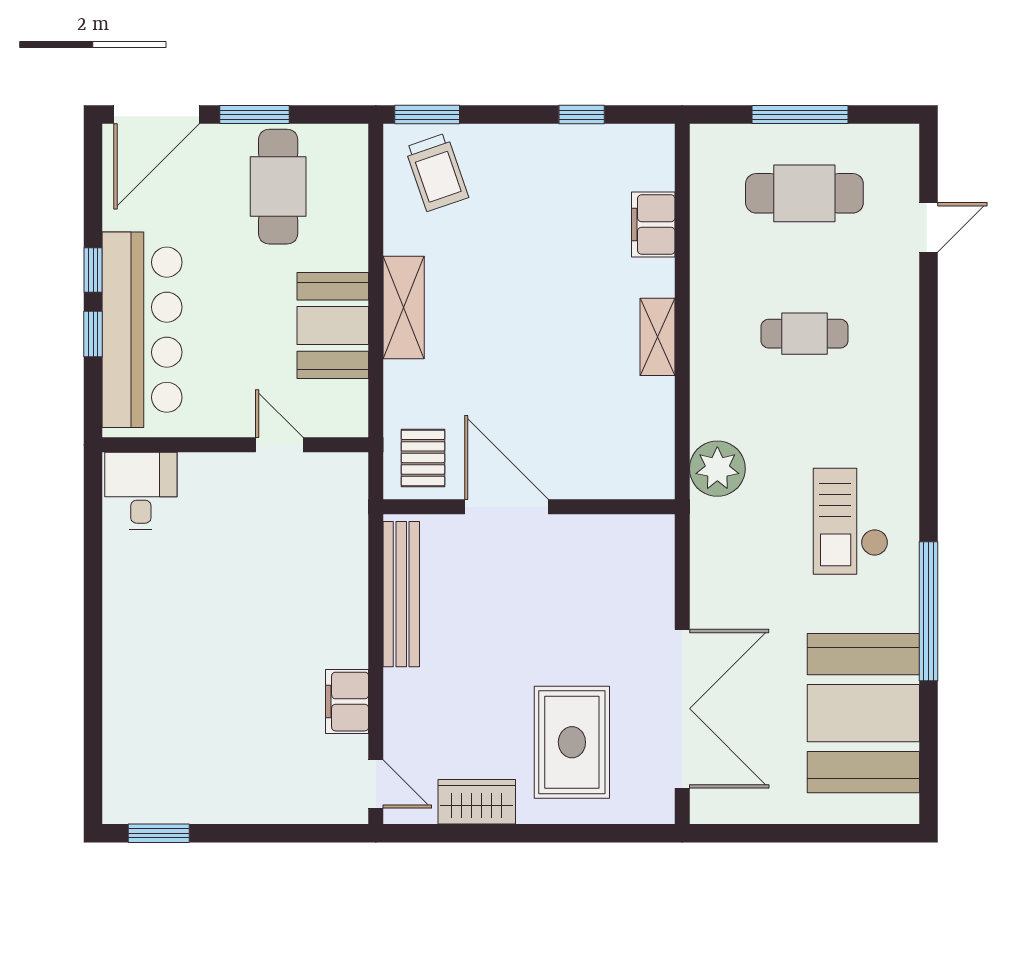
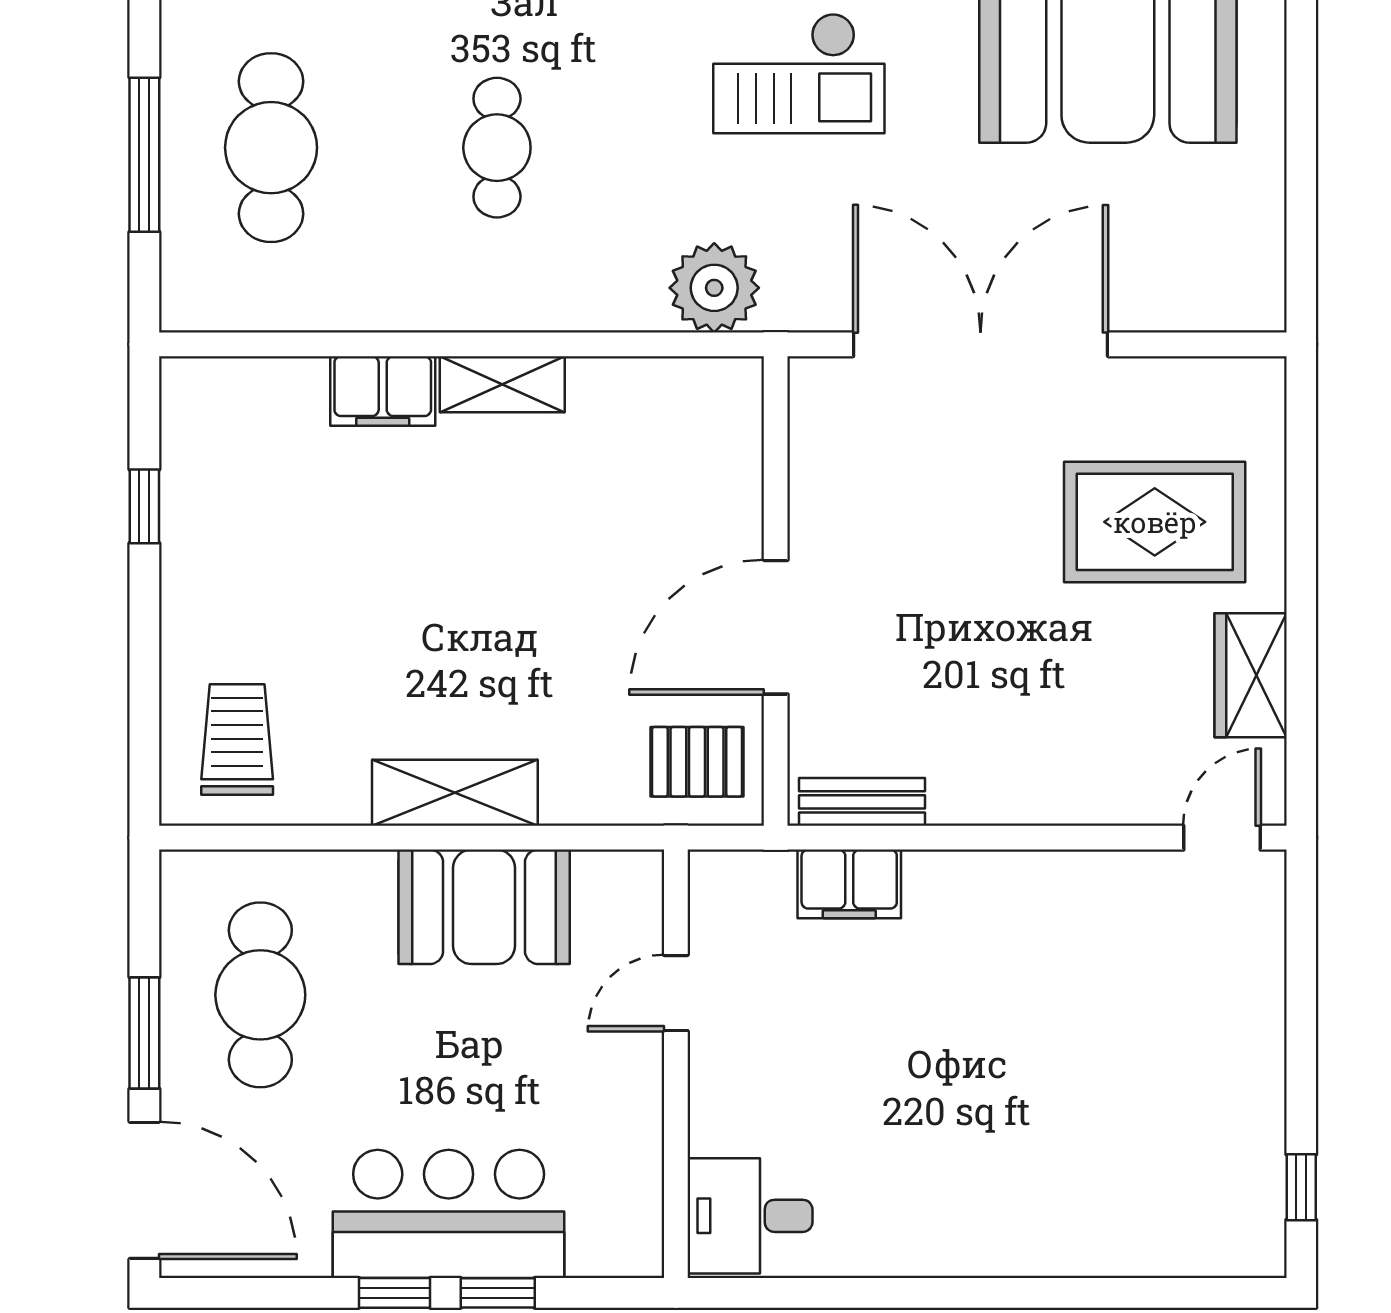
window: (427, 115) -> (144, 755), removed
trolley: (437, 172) -> (237, 740), turned -71
cafe table: (278, 187) -> (260, 995), turned 90
filing cabinet: (653, 225) -> (383, 391), moved
bar counter: (142, 330) -> (449, 1214), width x0.73
bench: (401, 594) -> (862, 802), width x0.54, depth x0.82
filing cabinet: (347, 702) -> (849, 884), moved
double door: (682, 709) -> (981, 344), moved
window: (159, 833) -> (1301, 1187), width x0.67

